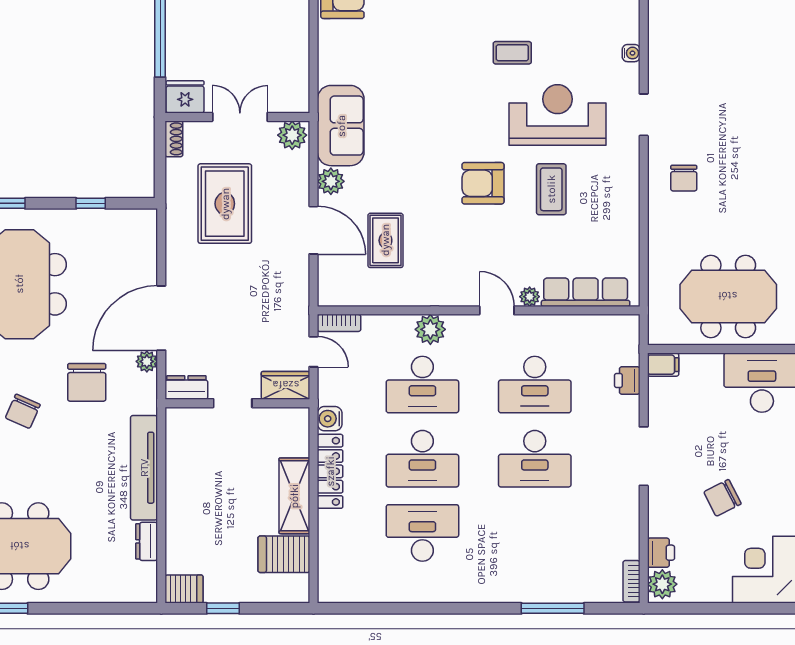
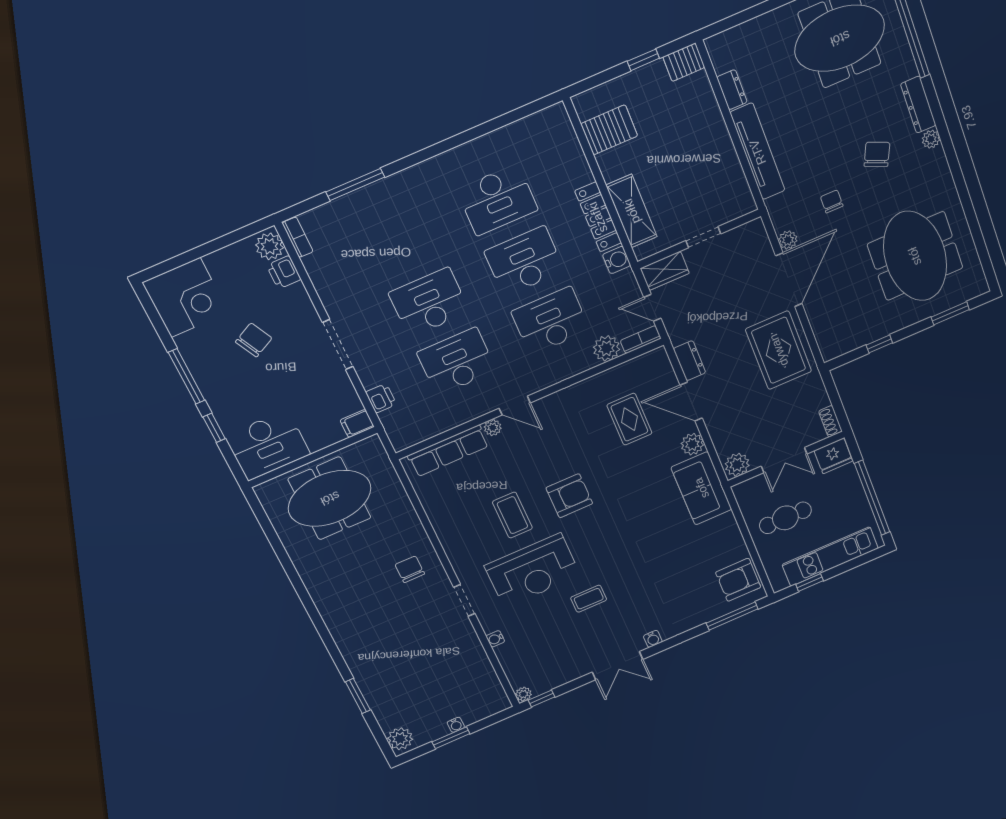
cafe table: (263, 48) -> (785, 518), added
rug: (225, 204) -> (779, 350), moved
plant: (430, 329) -> (606, 348), moved
chair: (87, 382) -> (832, 201), width x0.54, depth x0.54
dresser: (186, 387) -> (689, 361), moved, turned -90
shelving: (294, 496) -> (632, 211), moved

